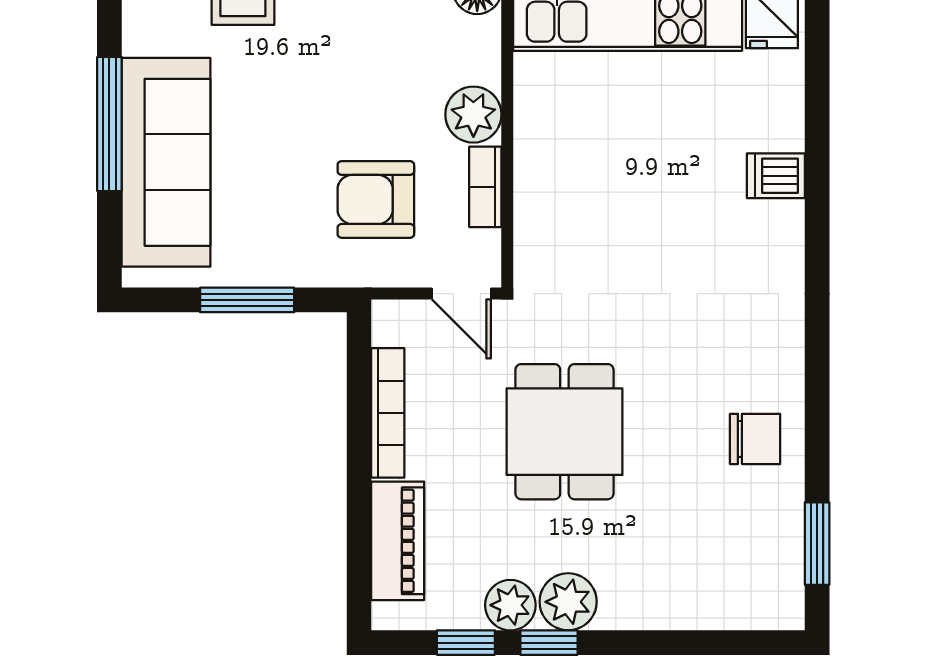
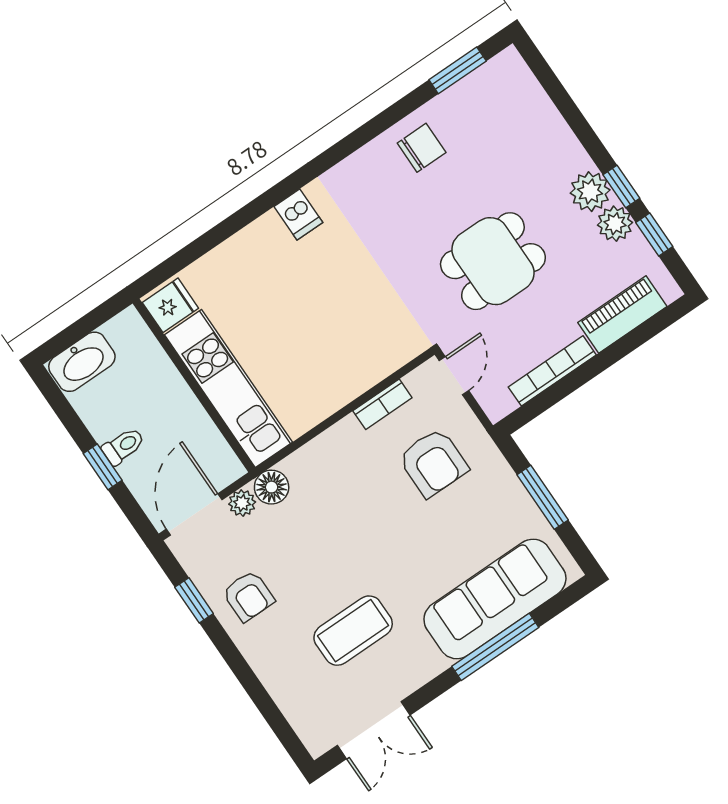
plant: (473, 115) -> (345, 440), removed
dishwasher: (776, 176) -> (298, 214), moved
chair: (755, 439) -> (422, 148), turned 90

